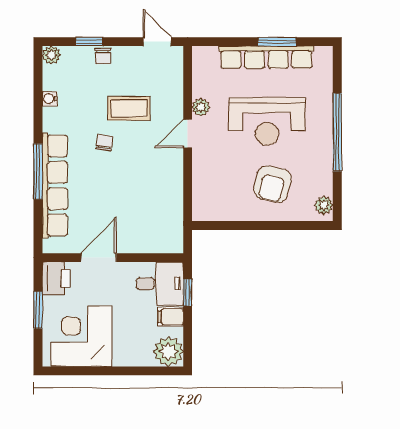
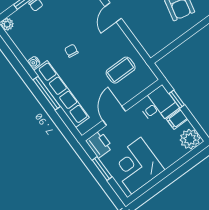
water cooler: (50, 99) -> (34, 62), moved
coffee table: (129, 108) -> (121, 70), moved

